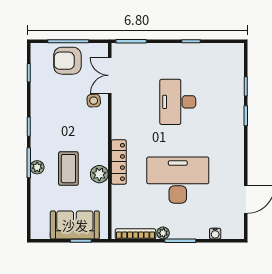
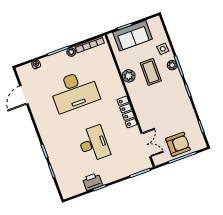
printer: (198, 53) -> (92, 182), added
side table: (94, 101) -> (163, 49), moved
locker: (119, 162) -> (127, 112), moved

